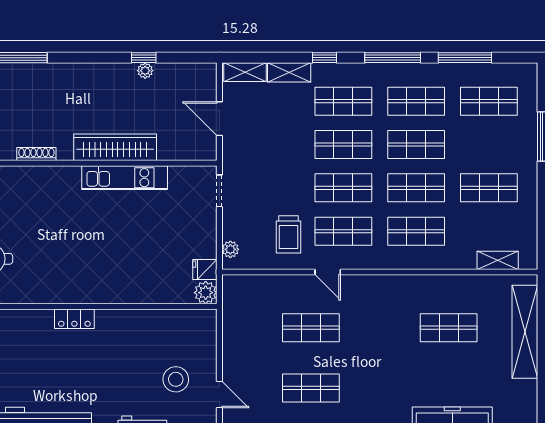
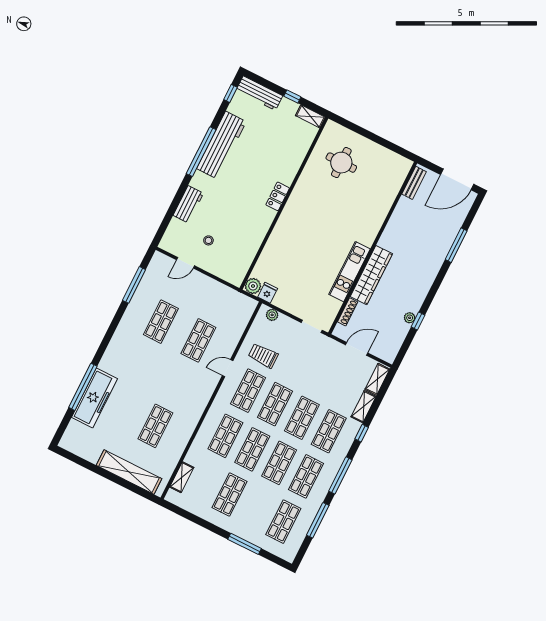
shoe rack: (36, 154) -> (348, 312), moved
stool: (176, 379) -> (208, 240), width x0.53, depth x0.53

